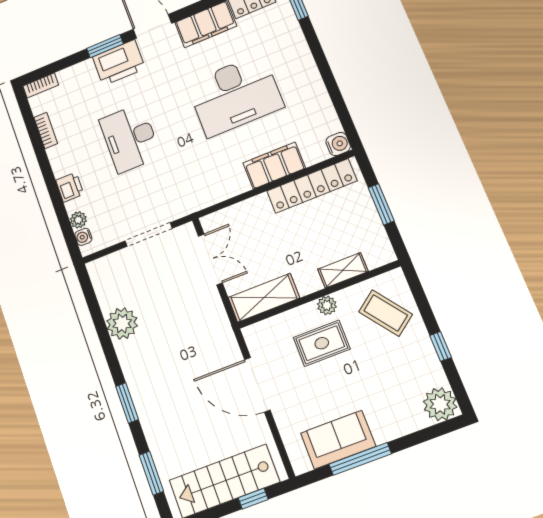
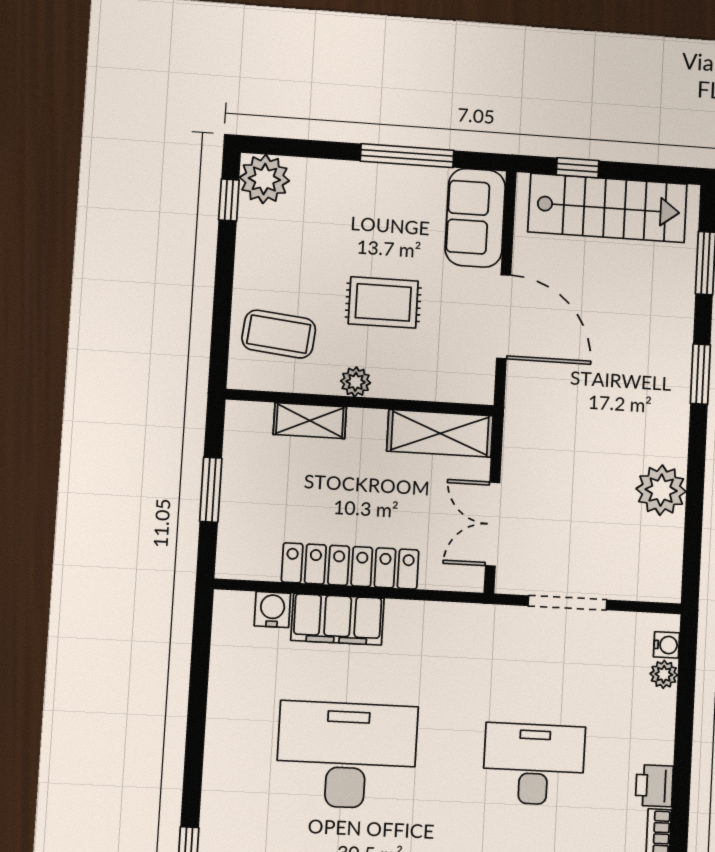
desk: (130, 138) -> (534, 764), turned -90
water cooler: (338, 144) -> (272, 610), moved, turned 90
locker: (312, 186) -> (350, 566), moved
printer: (70, 187) -> (654, 786), moved
coffee table: (386, 313) -> (279, 334), turned -47
rug: (322, 343) -> (383, 302), moved
window: (441, 346) -> (229, 200), moved
sofa: (338, 440) -> (475, 218), moved, turned 90

